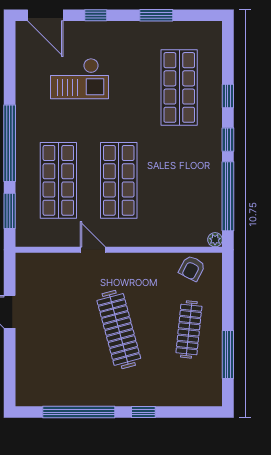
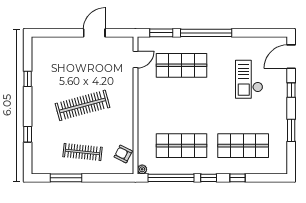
shop shelf: (119, 180) -> (182, 146), moved
door: (93, 250) -> (135, 60), moved
window: (79, 412) -> (28, 79), width x0.32
window: (143, 412) -> (28, 134), moved

